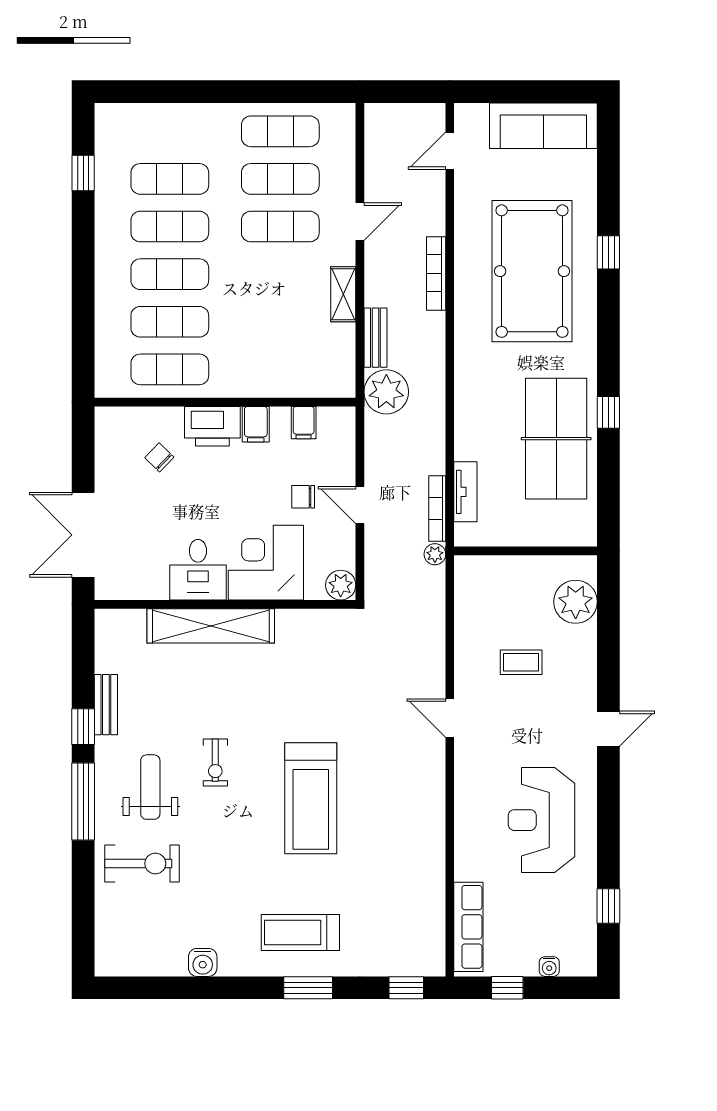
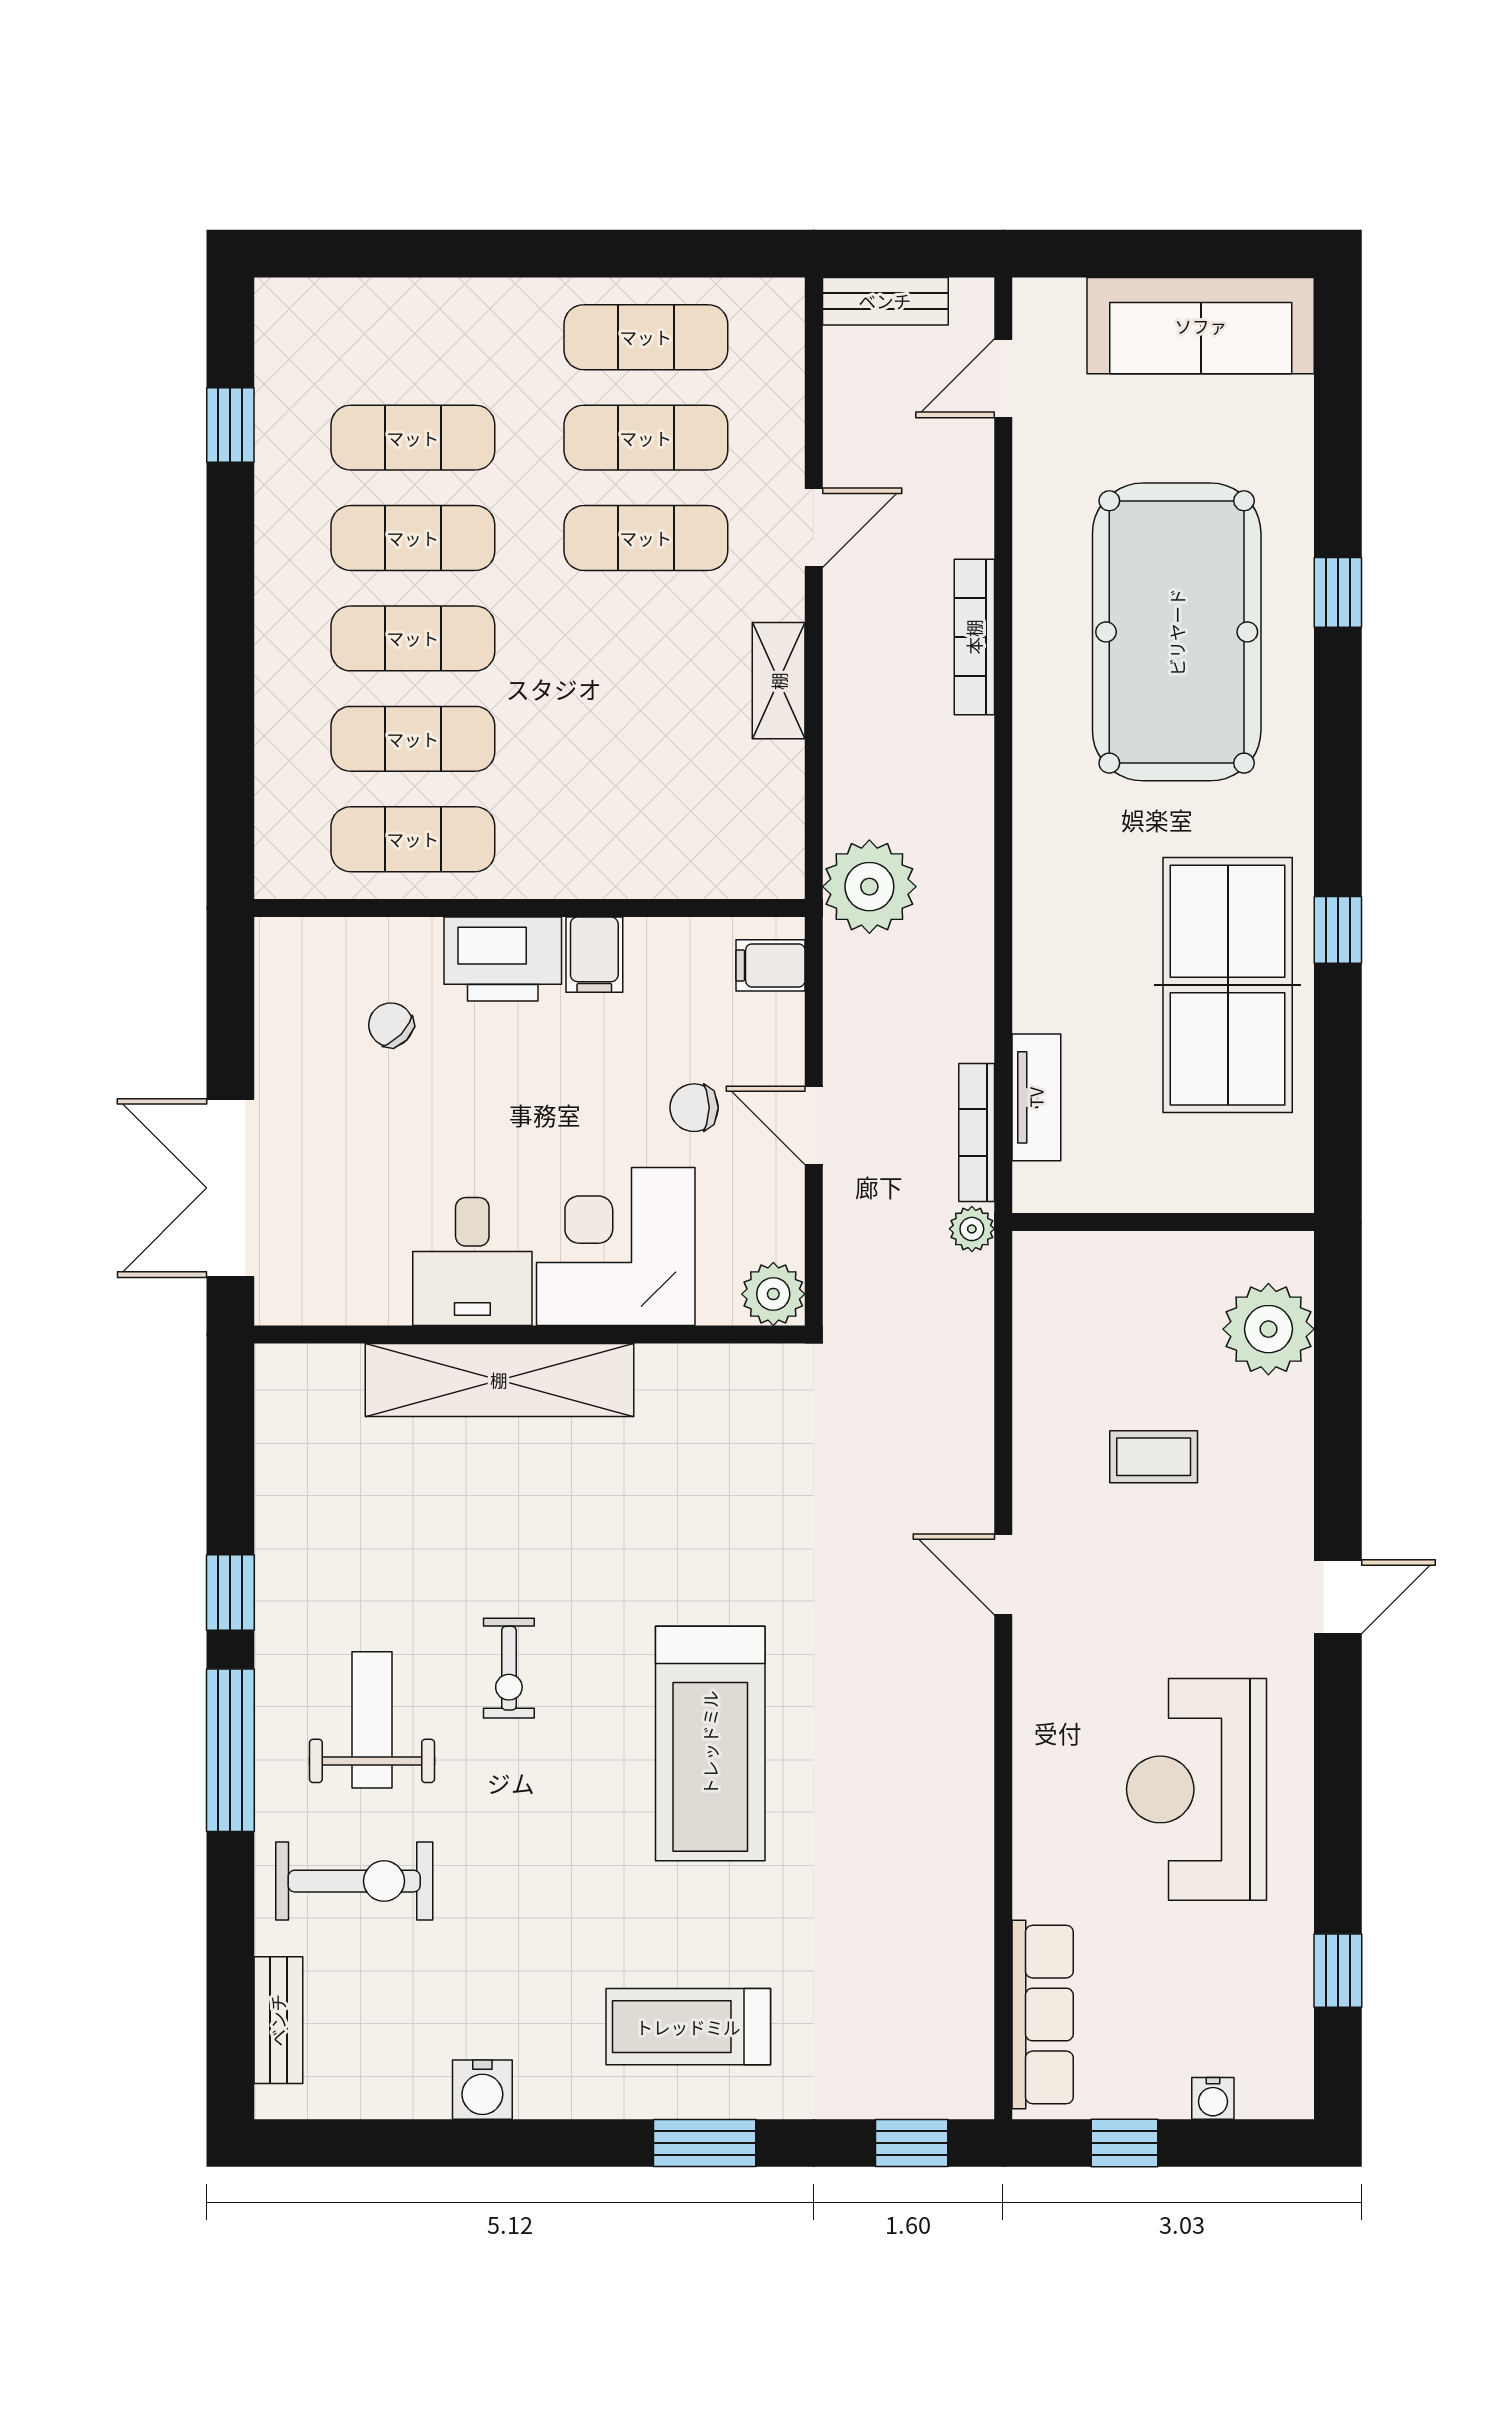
bench: (375, 338) -> (885, 301), moved, turned 90
filing cabinet: (304, 423) -> (770, 965), moved, turned 90
bench: (106, 705) -> (278, 2020), moved

